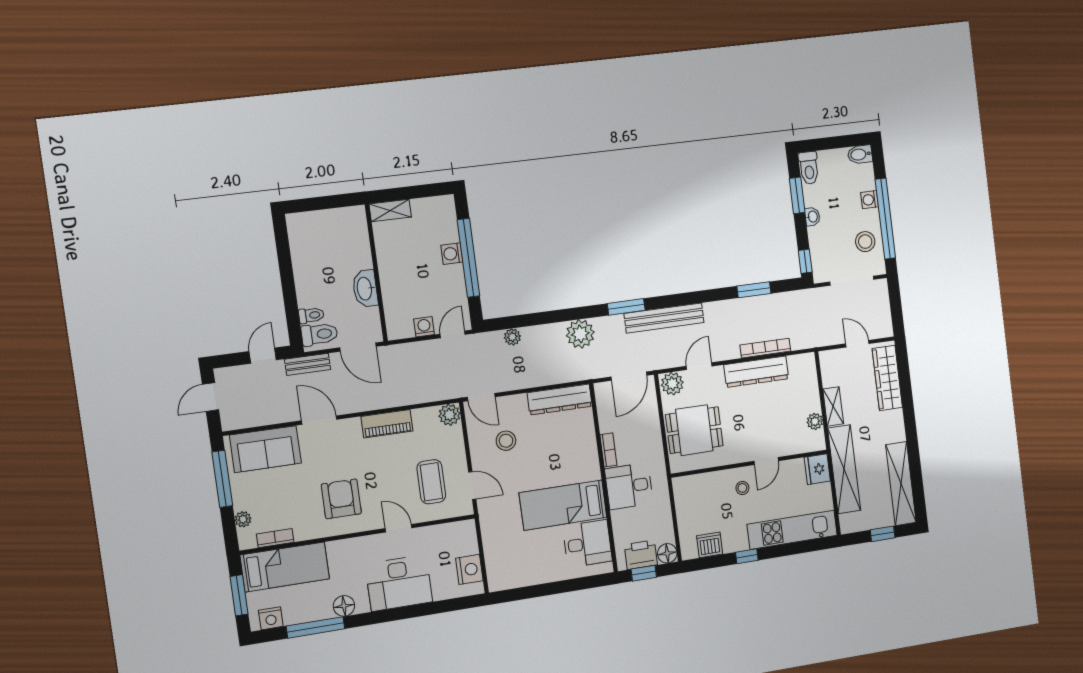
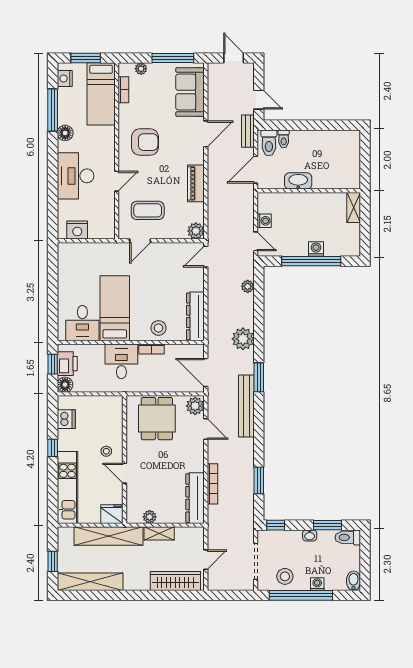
dresser: (756, 372) -> (195, 498), moved
stool: (506, 441) -> (159, 328), moved

